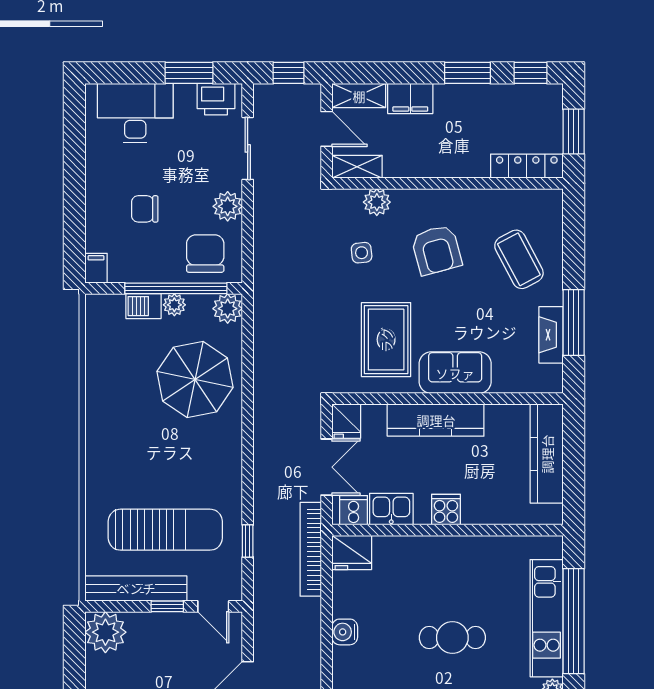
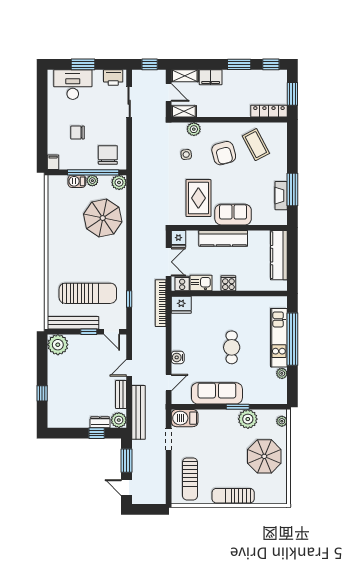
window: (189, 73) -> (83, 64), moved
plant: (228, 206) -> (119, 131), removed
coffee table: (519, 259) -> (256, 145), moved
water cooler: (345, 632) -> (178, 357), moved
cafe table: (452, 638) -> (232, 347), turned 90

